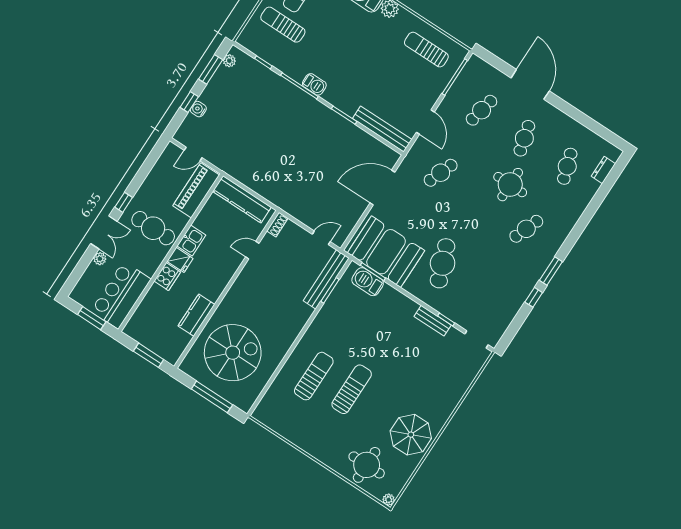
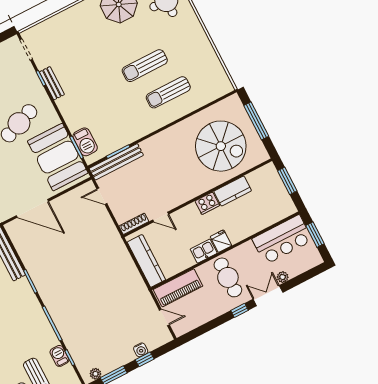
barbecue: (314, 84) -> (59, 356), moved
shoe rack: (277, 225) -> (134, 224), width x1.43
cooker: (167, 277) -> (207, 203), moved, turned 180
spiral stairs: (233, 353) -> (221, 146), turned 180

